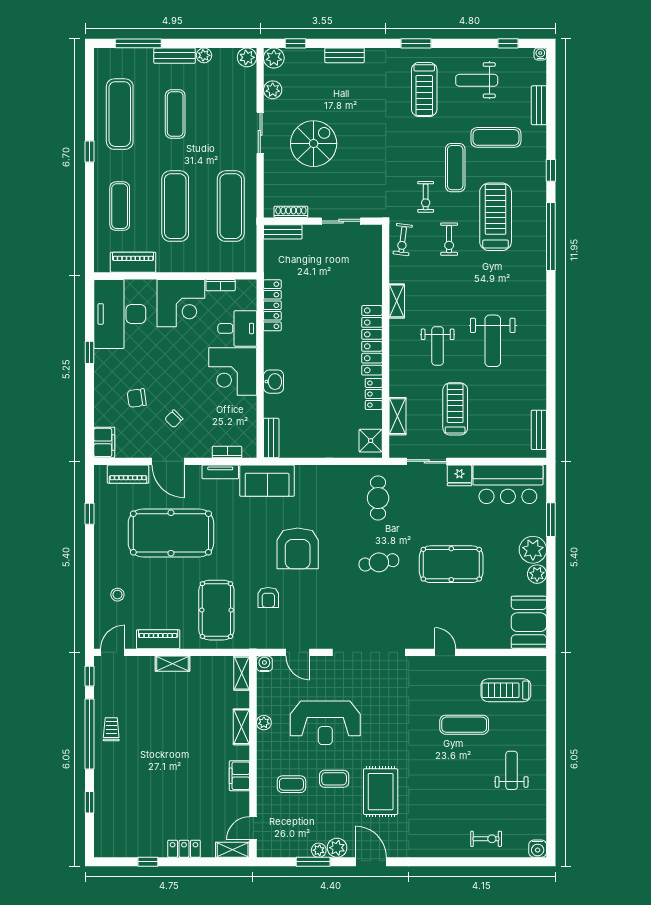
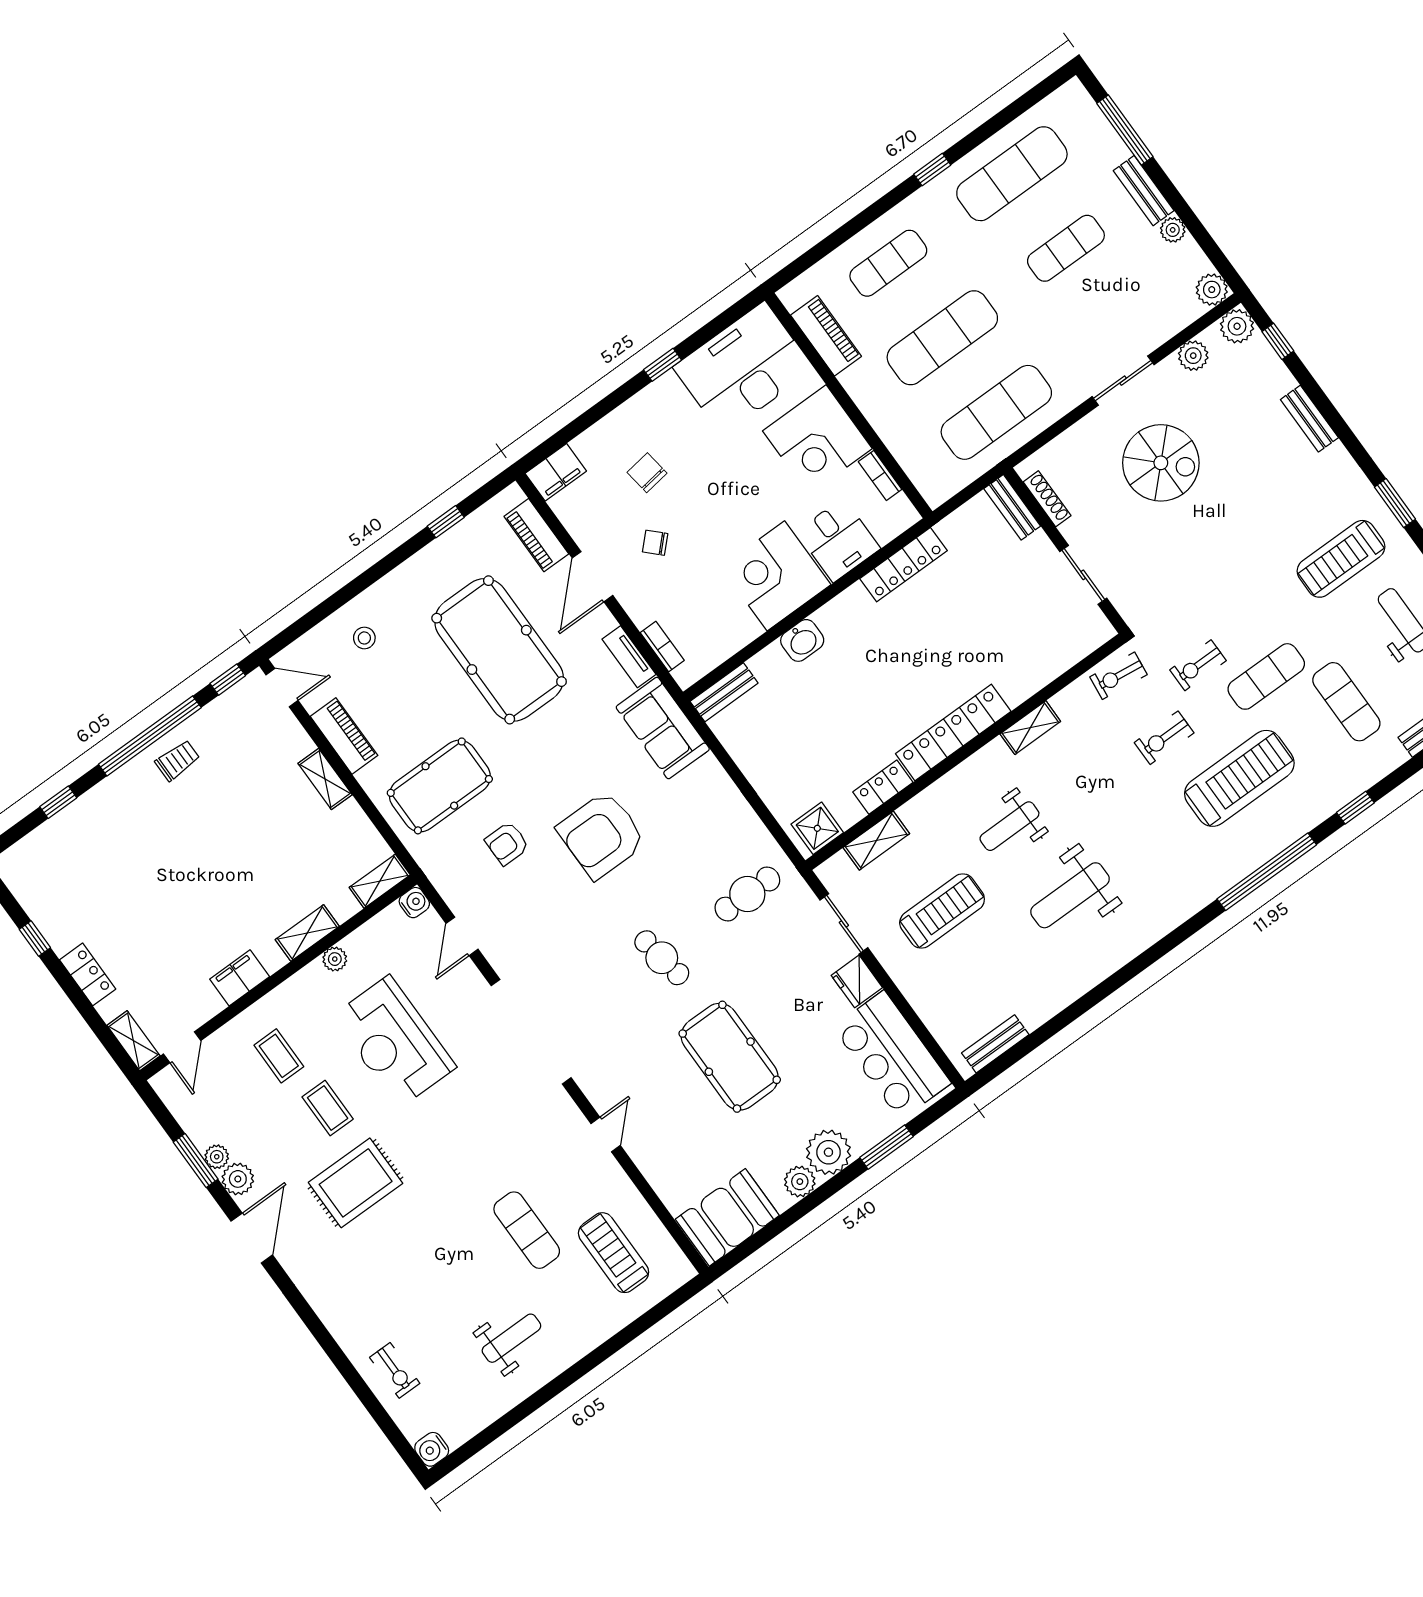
door: (253, 828) -> (182, 1047), swing flipped

